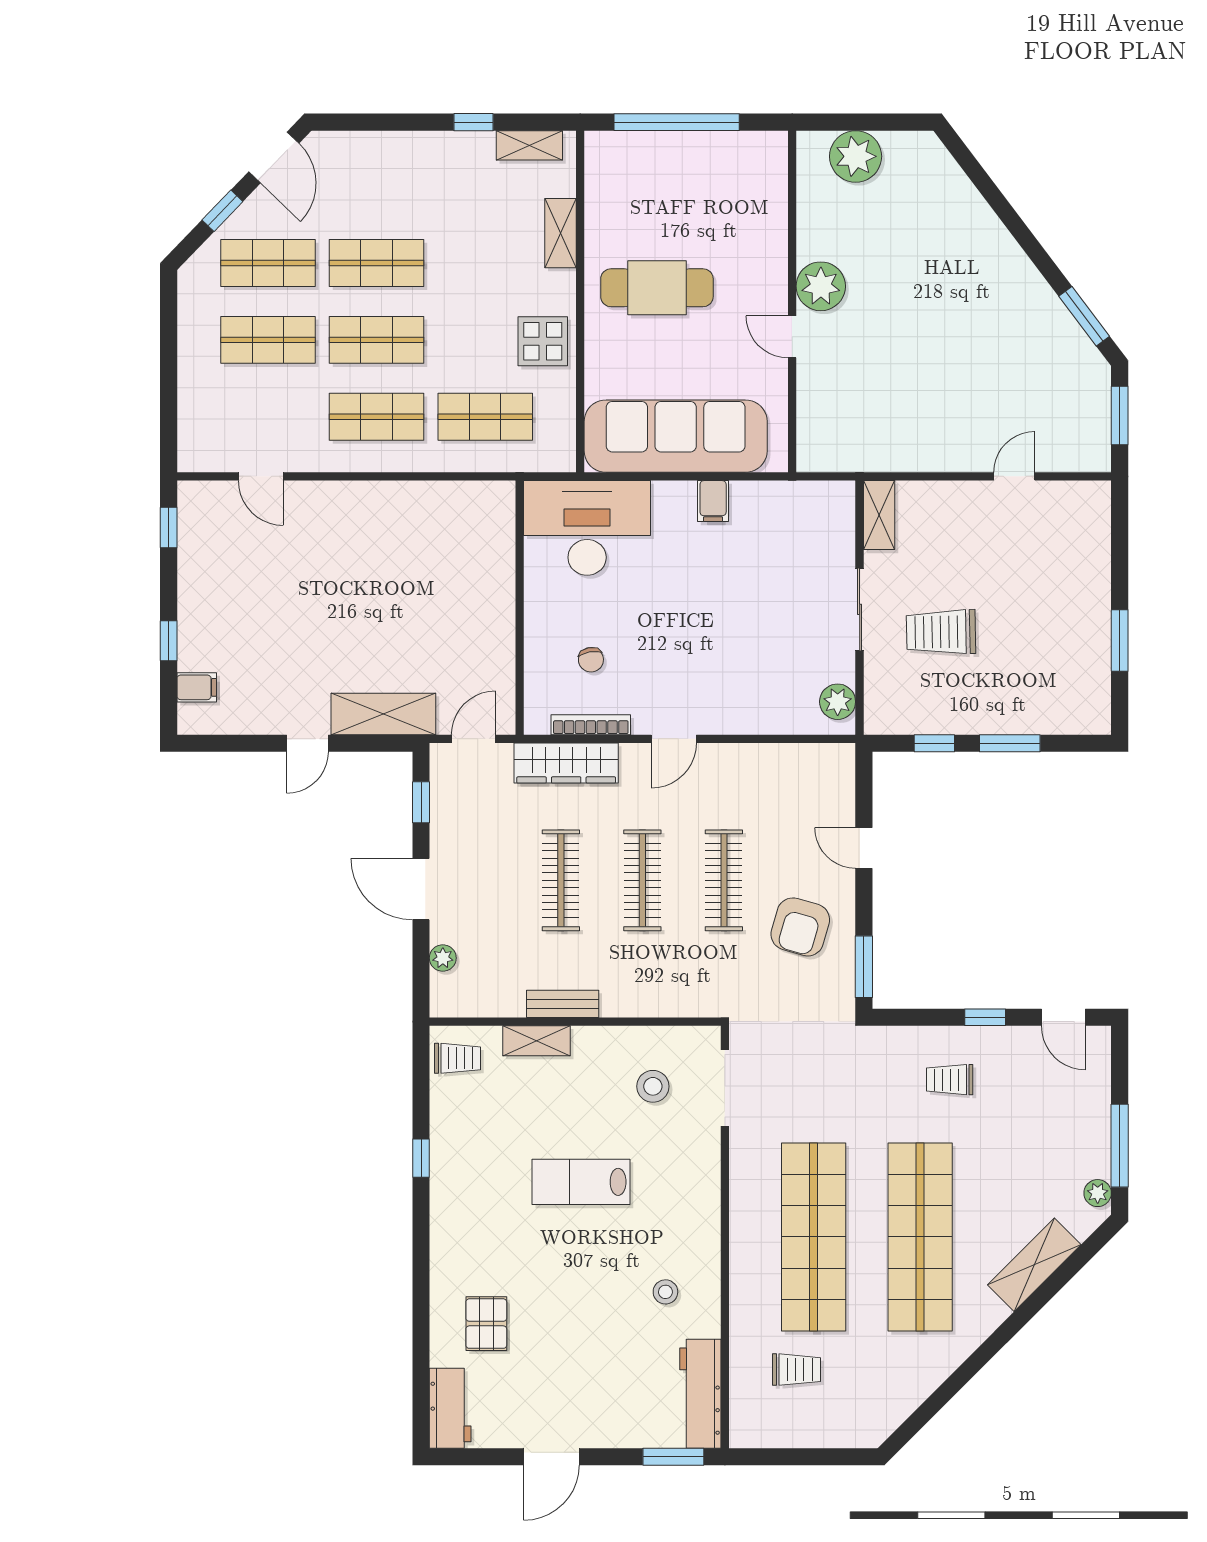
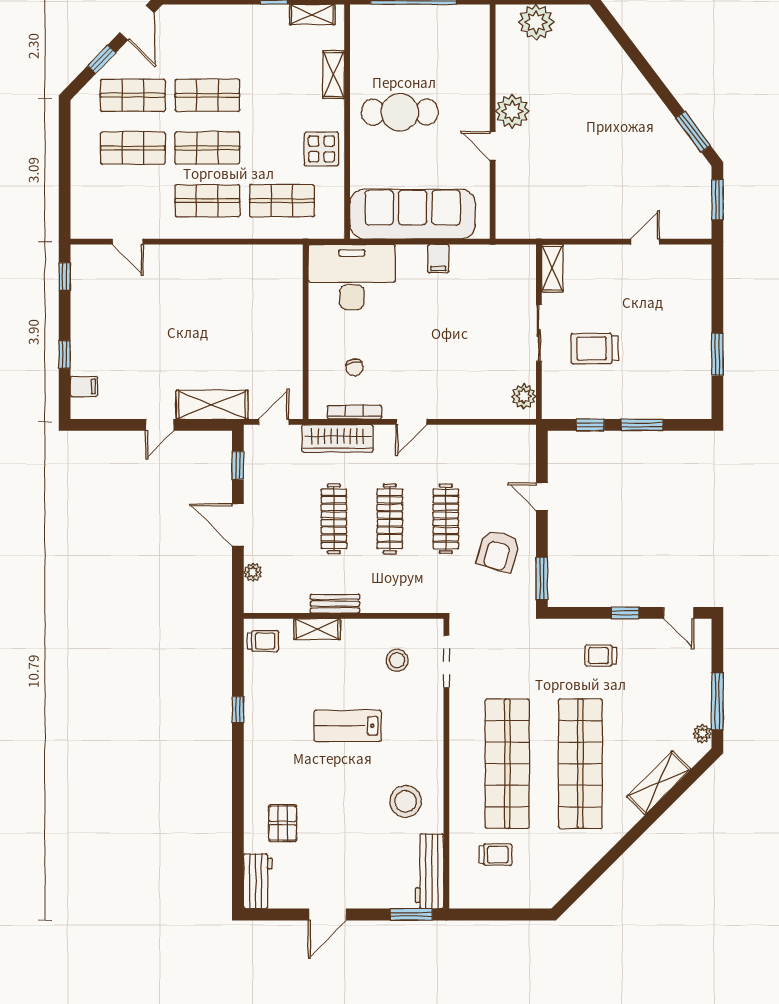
stool: (665, 1292) -> (406, 801), width x1.89, depth x1.89

